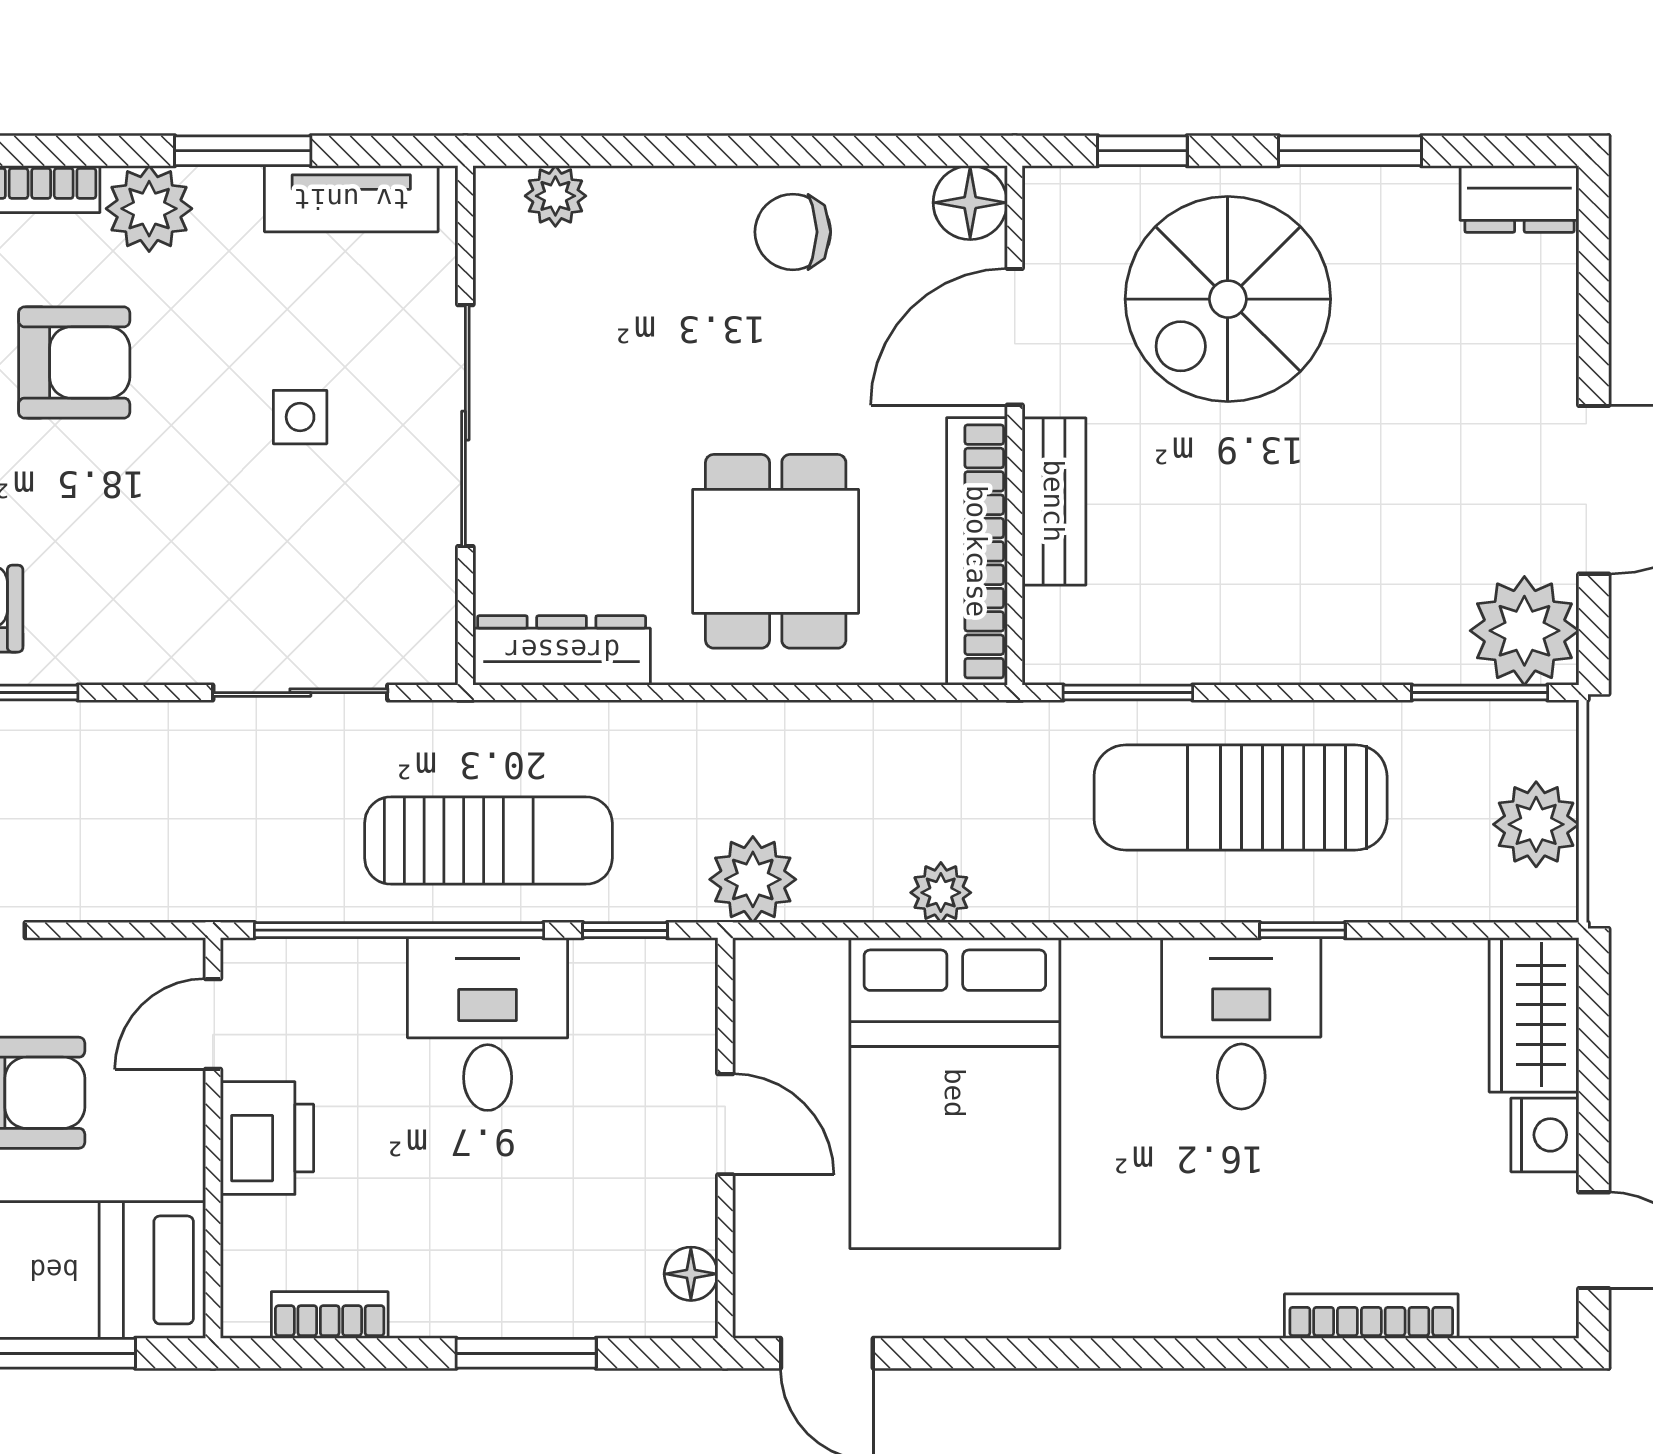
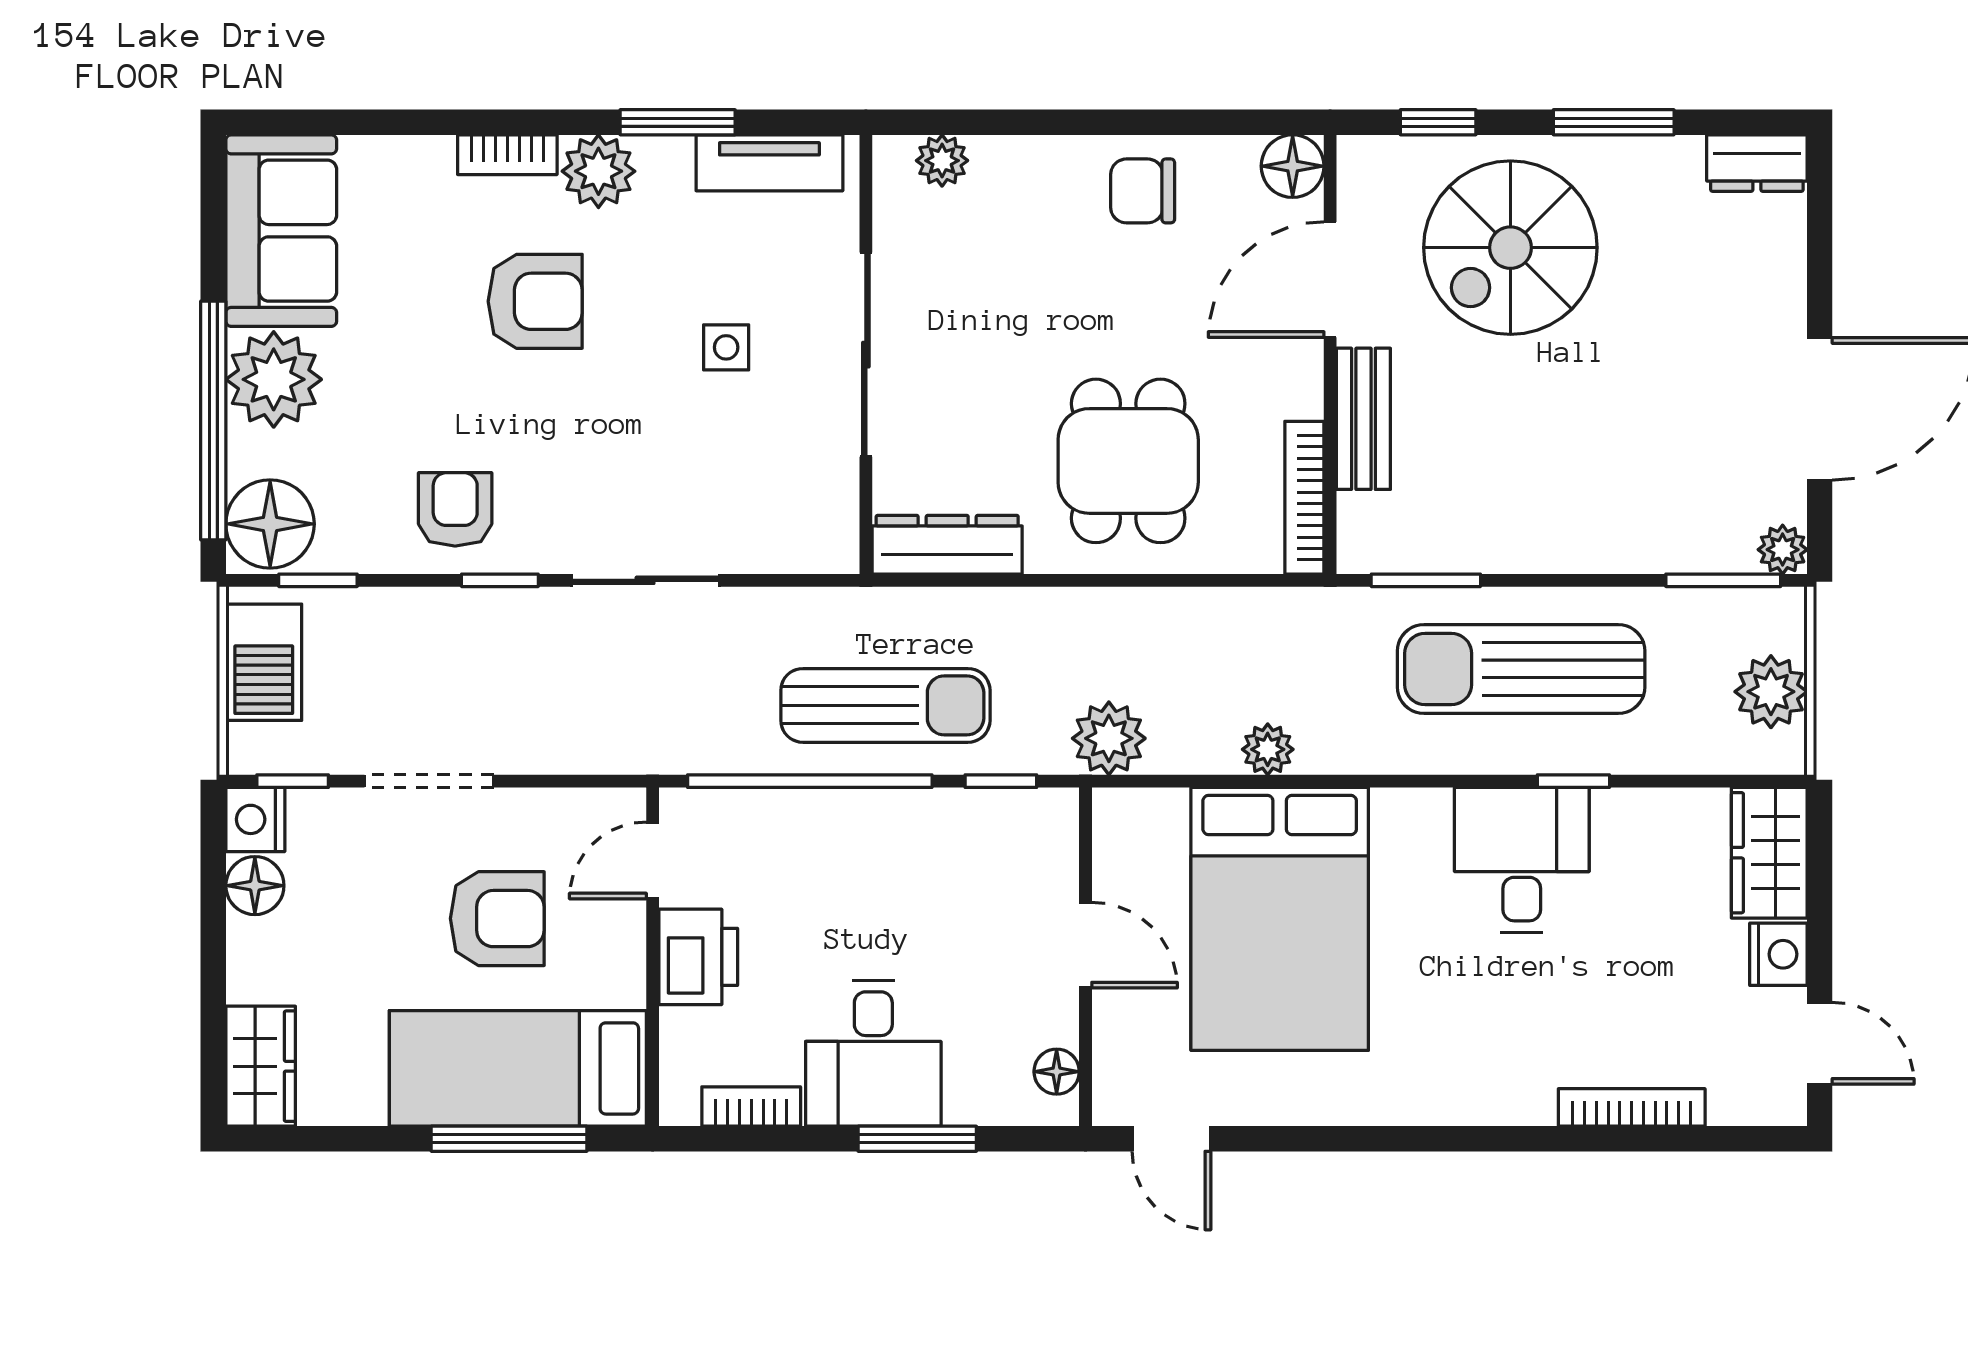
bookcase: (977, 551) -> (1304, 498), width x0.68, depth x0.76
plant: (1524, 631) -> (1783, 550), width x0.53, depth x0.53
sliding door: (300, 693) -> (645, 580), moved
desk: (488, 1024) -> (873, 1053), moved, turned 180

